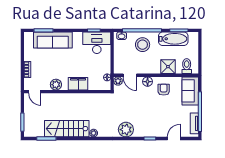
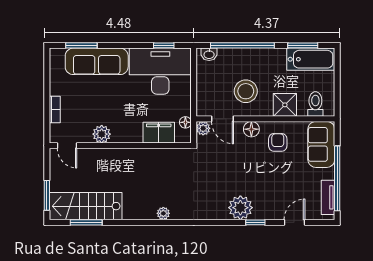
bathtub: (173, 39) -> (311, 59), moved
desk: (97, 43) -> (160, 71), width x1.36, depth x1.30
stool: (143, 45) -> (246, 91), moved
filing cabinet: (78, 84) -> (159, 133), moved
stairs: (67, 129) -> (86, 206), moved
plant: (126, 130) -> (240, 208), moved

